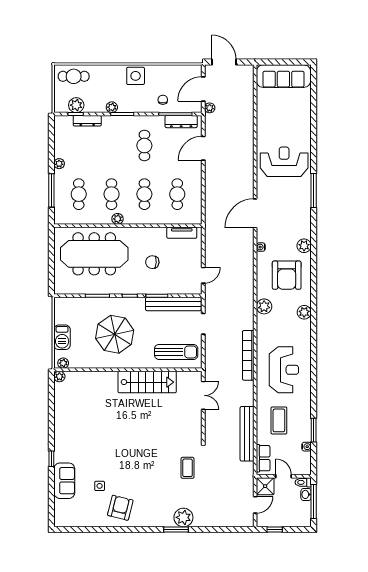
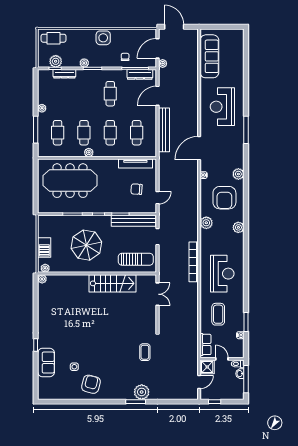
sofa: (283, 76) -> (209, 56), moved, turned -90
reception desk: (284, 162) -> (222, 107), turned -90
tv unit: (182, 233) -> (135, 164), width x1.41
chair: (152, 262) -> (137, 189), moved
bench: (247, 434) -> (164, 130), moved

